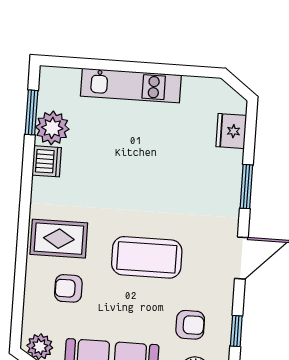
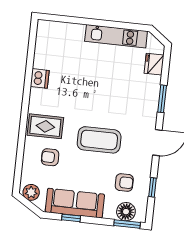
kitchen unit: (131, 86) -> (116, 36), moved
window: (31, 112) -> (32, 48), removed
plant: (52, 128) -> (44, 58), removed

